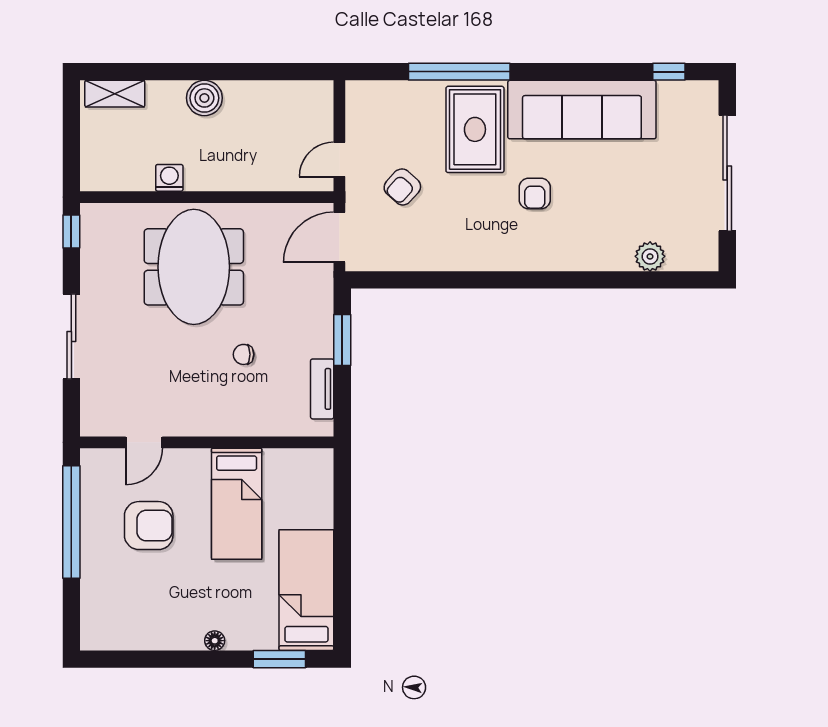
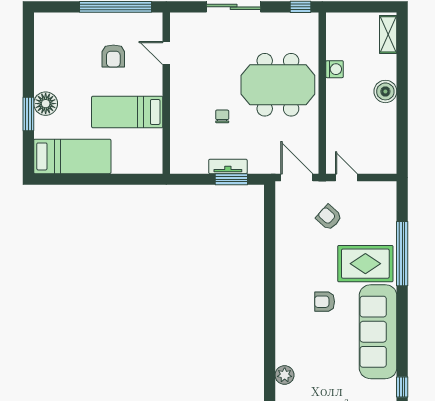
tv unit: (322, 389) -> (228, 166), moved
armchair: (149, 526) -> (113, 56), width x0.72, depth x0.72
floor lamp: (215, 641) -> (46, 104), width x1.89, depth x1.89
window: (279, 659) -> (28, 114), moved

